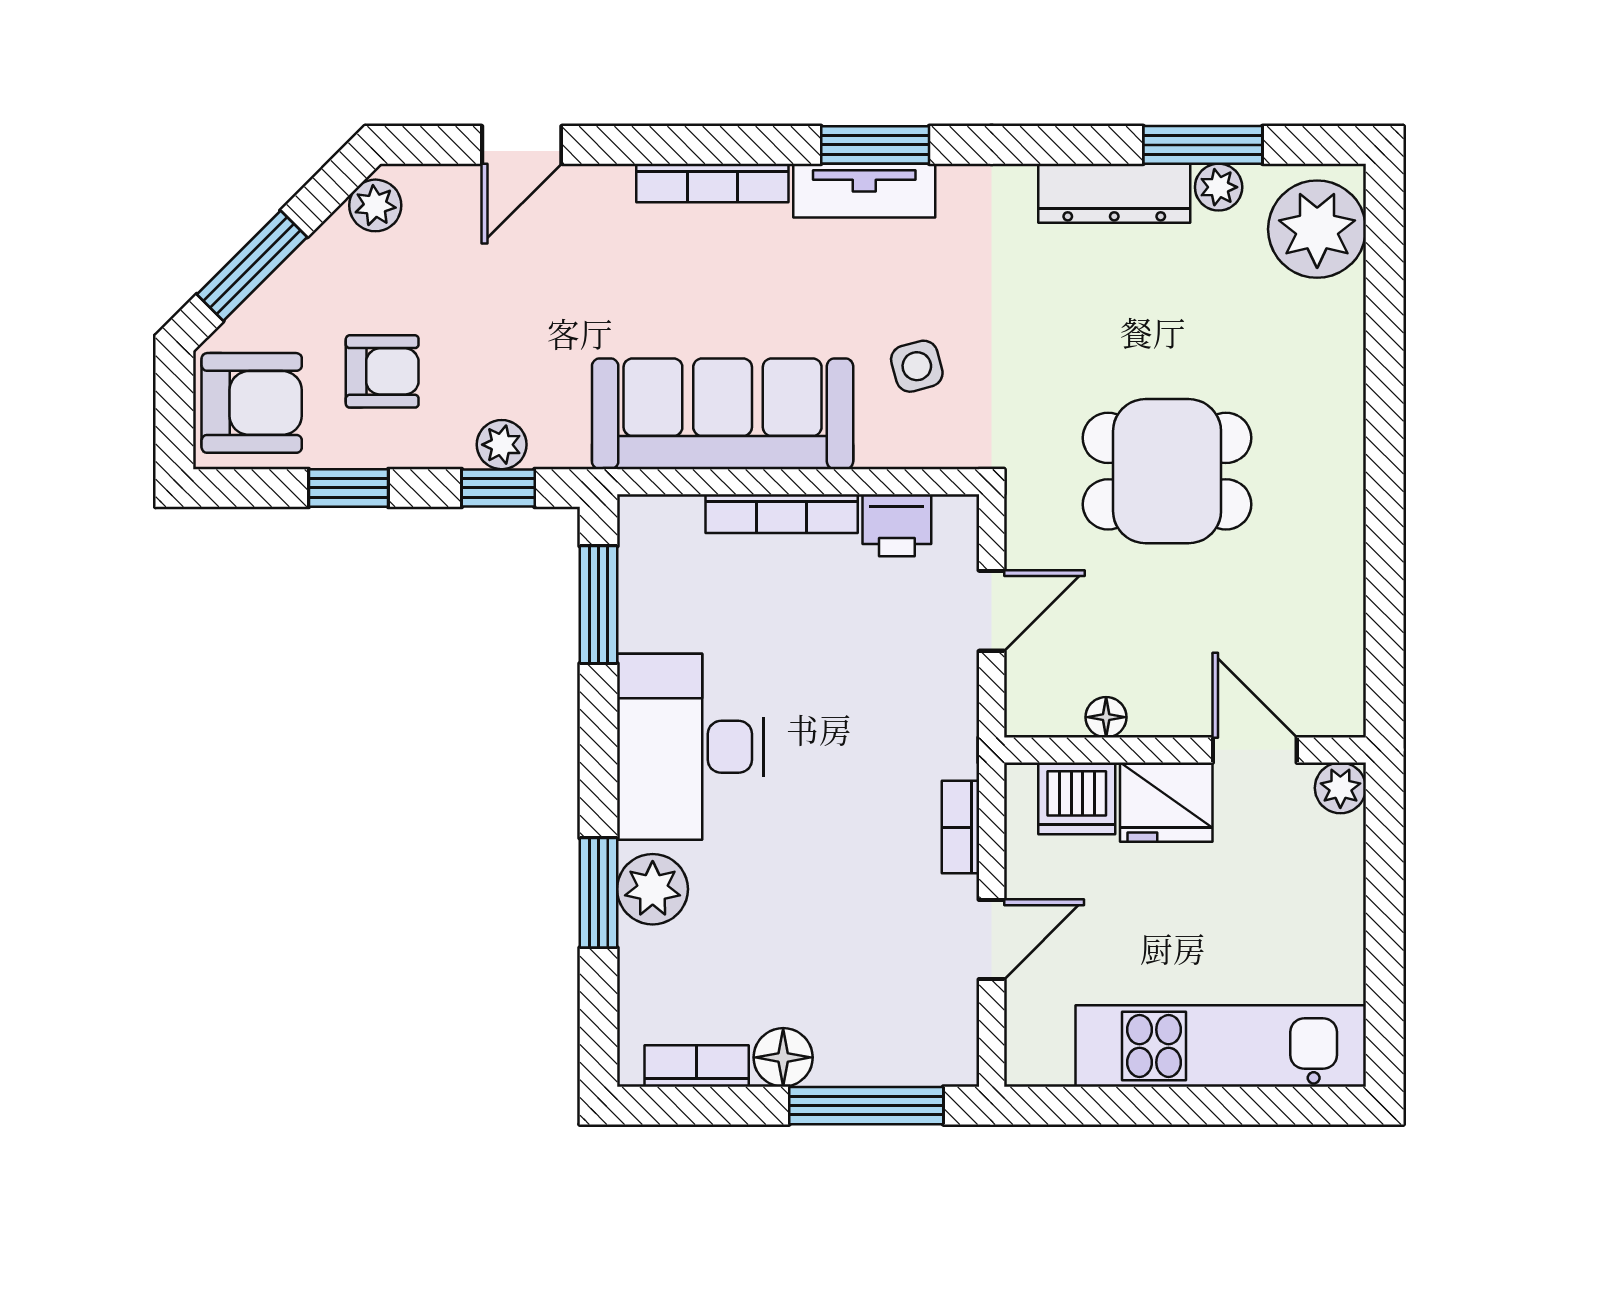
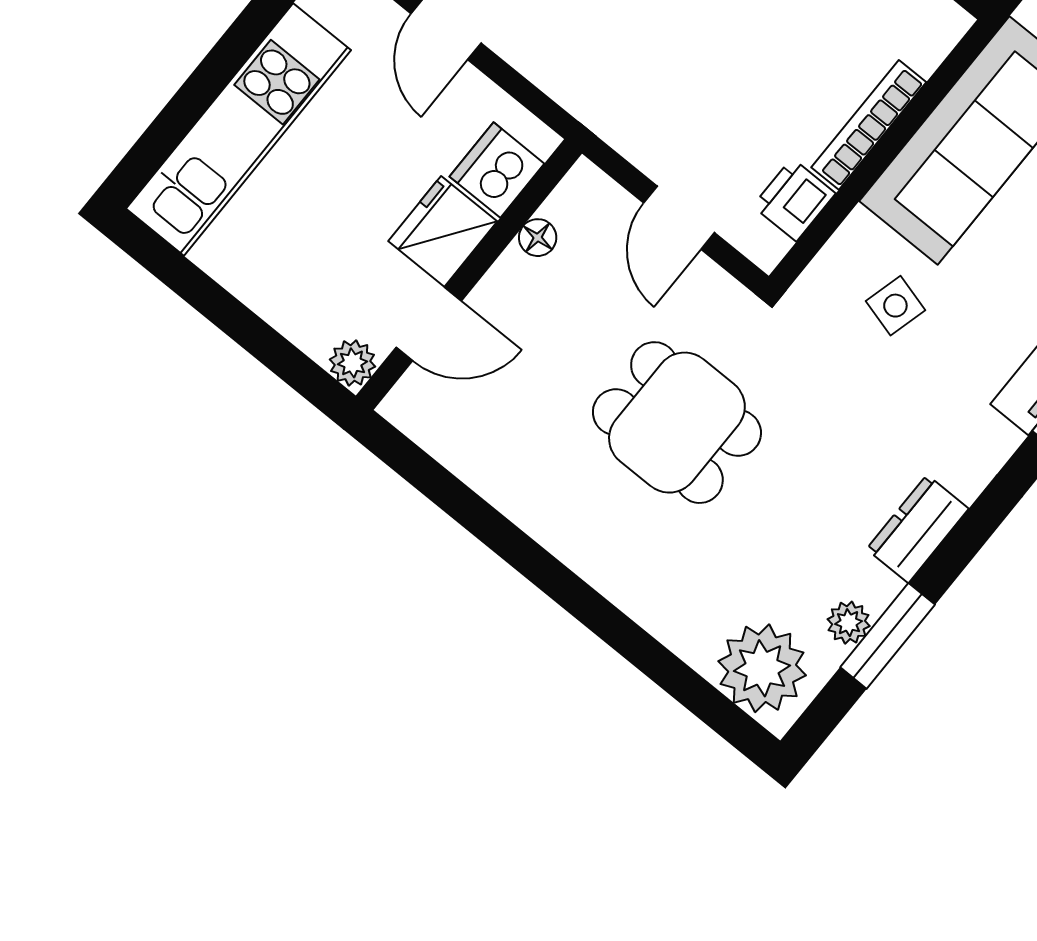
dresser: (1114, 193) -> (918, 529), width x0.70
side table: (917, 366) -> (895, 306), turned 30
dining table: (1167, 471) -> (677, 423), turned 90
bookcase: (960, 827) -> (544, 71), removed

